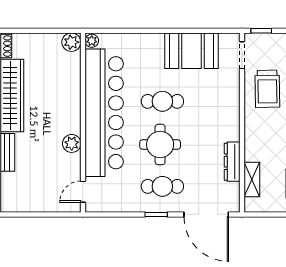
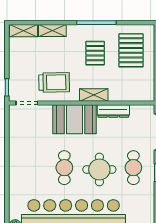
booth: (192, 51) -> (75, 119), moved, turned 90
shelving: (252, 179) -> (94, 95), moved

